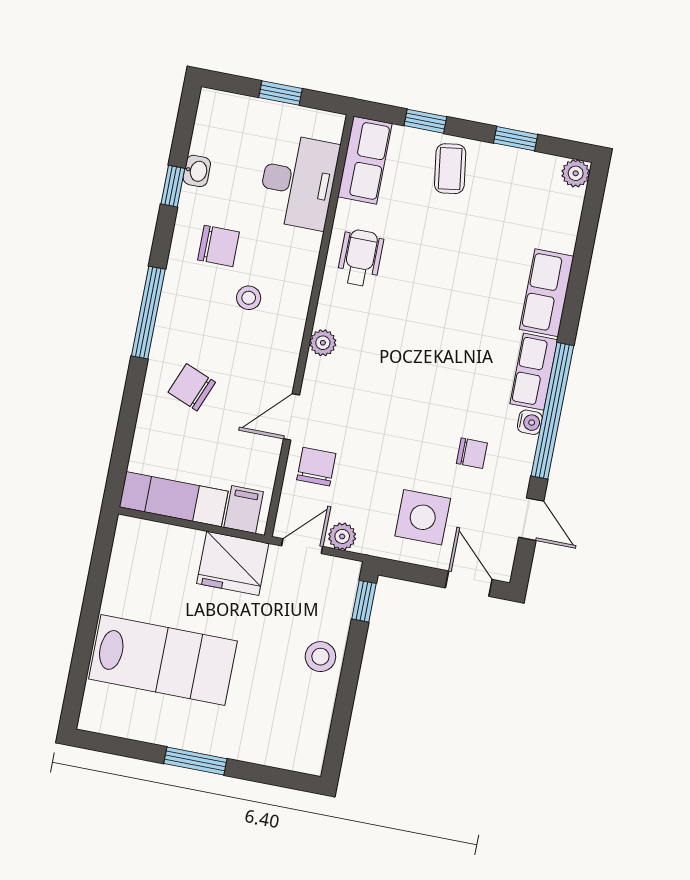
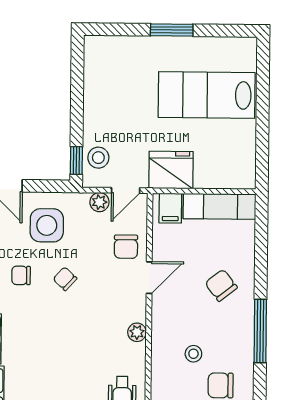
chair: (192, 387) -> (221, 285), turned -150
chair: (411, 437) -> (65, 279), added
stool: (320, 657) -> (98, 158), moved

